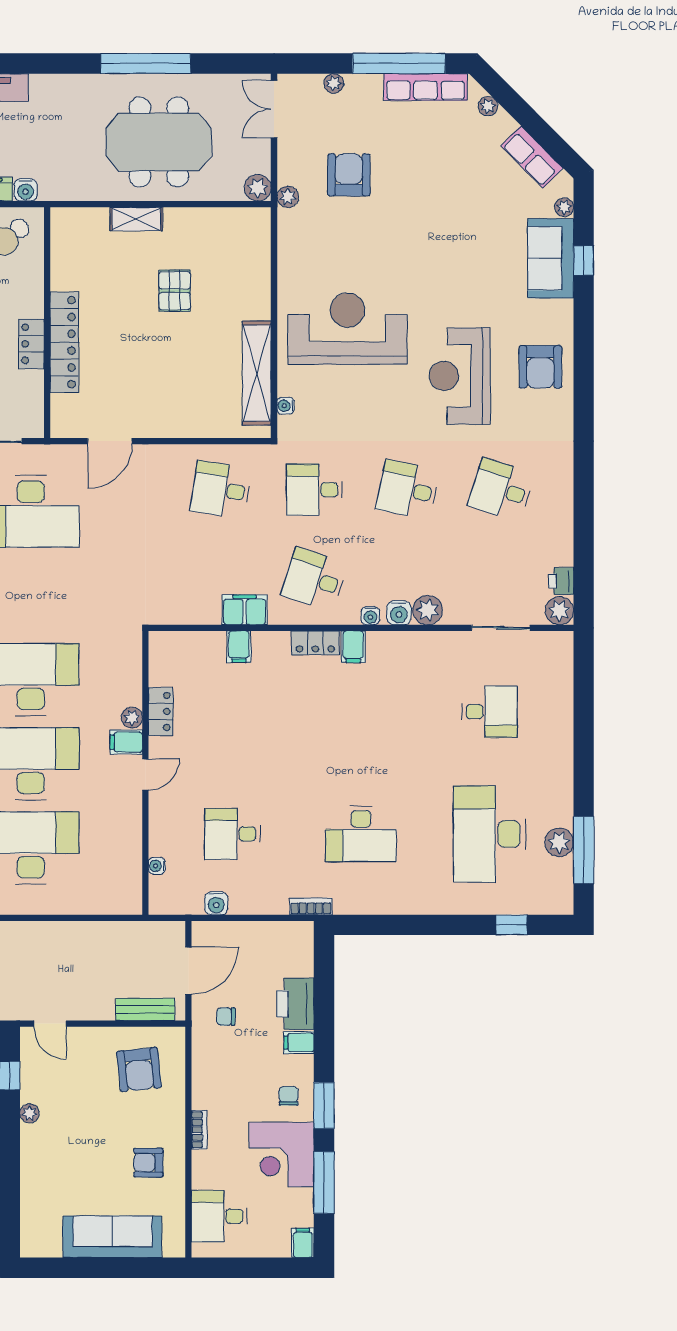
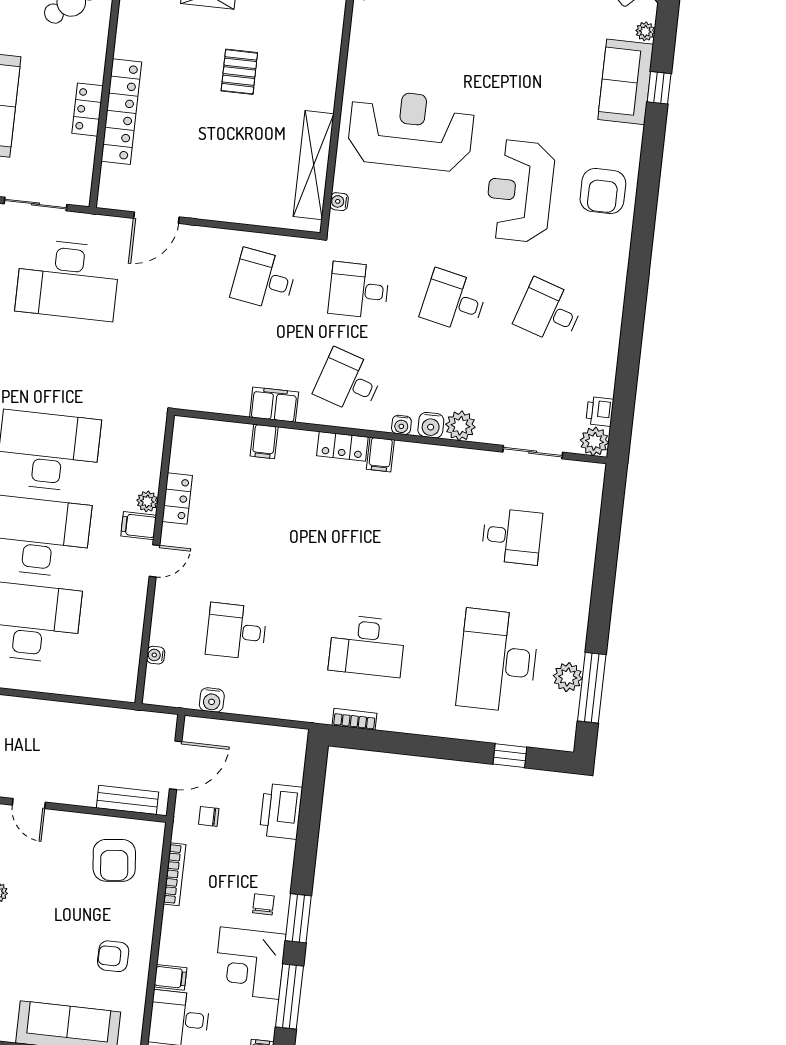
bookcase: (311, 906) -> (354, 719), moved
filing cabinet: (299, 1043) -> (170, 977), moved, turned 180
bookcase: (199, 1130) -> (175, 874), moved, width x1.56

